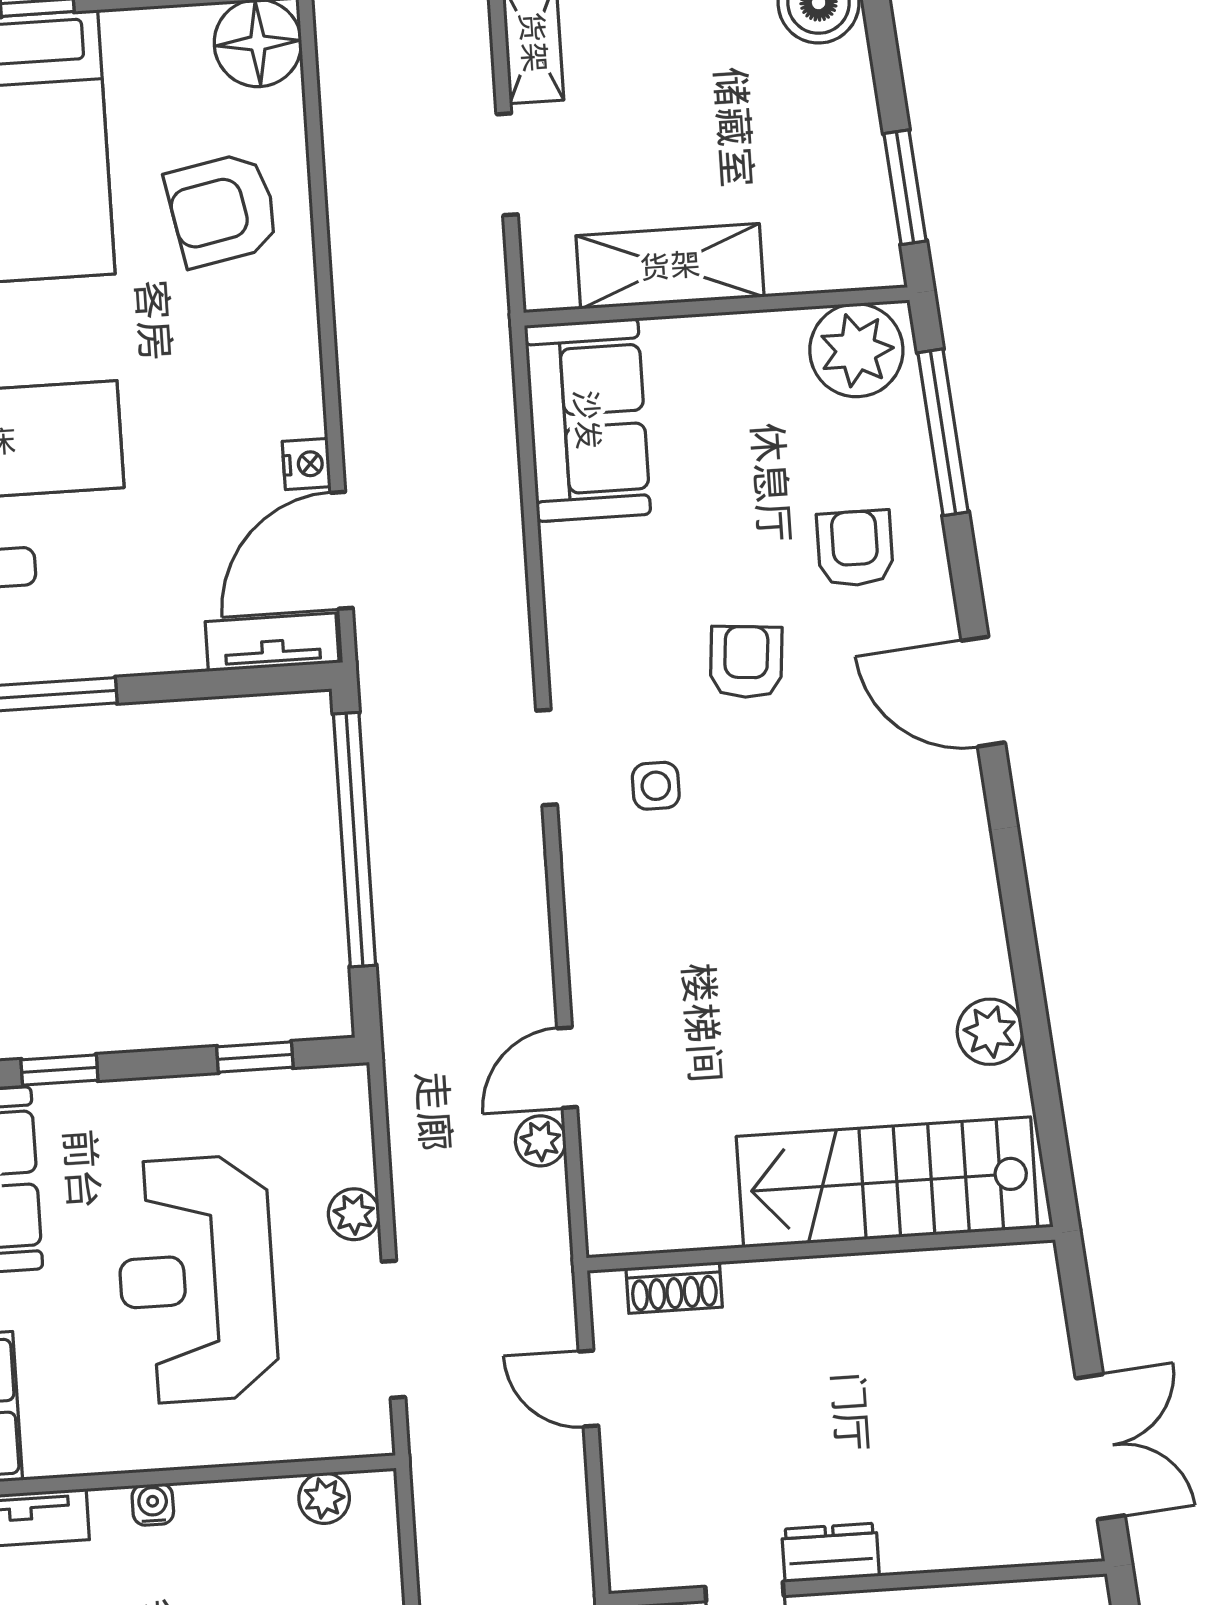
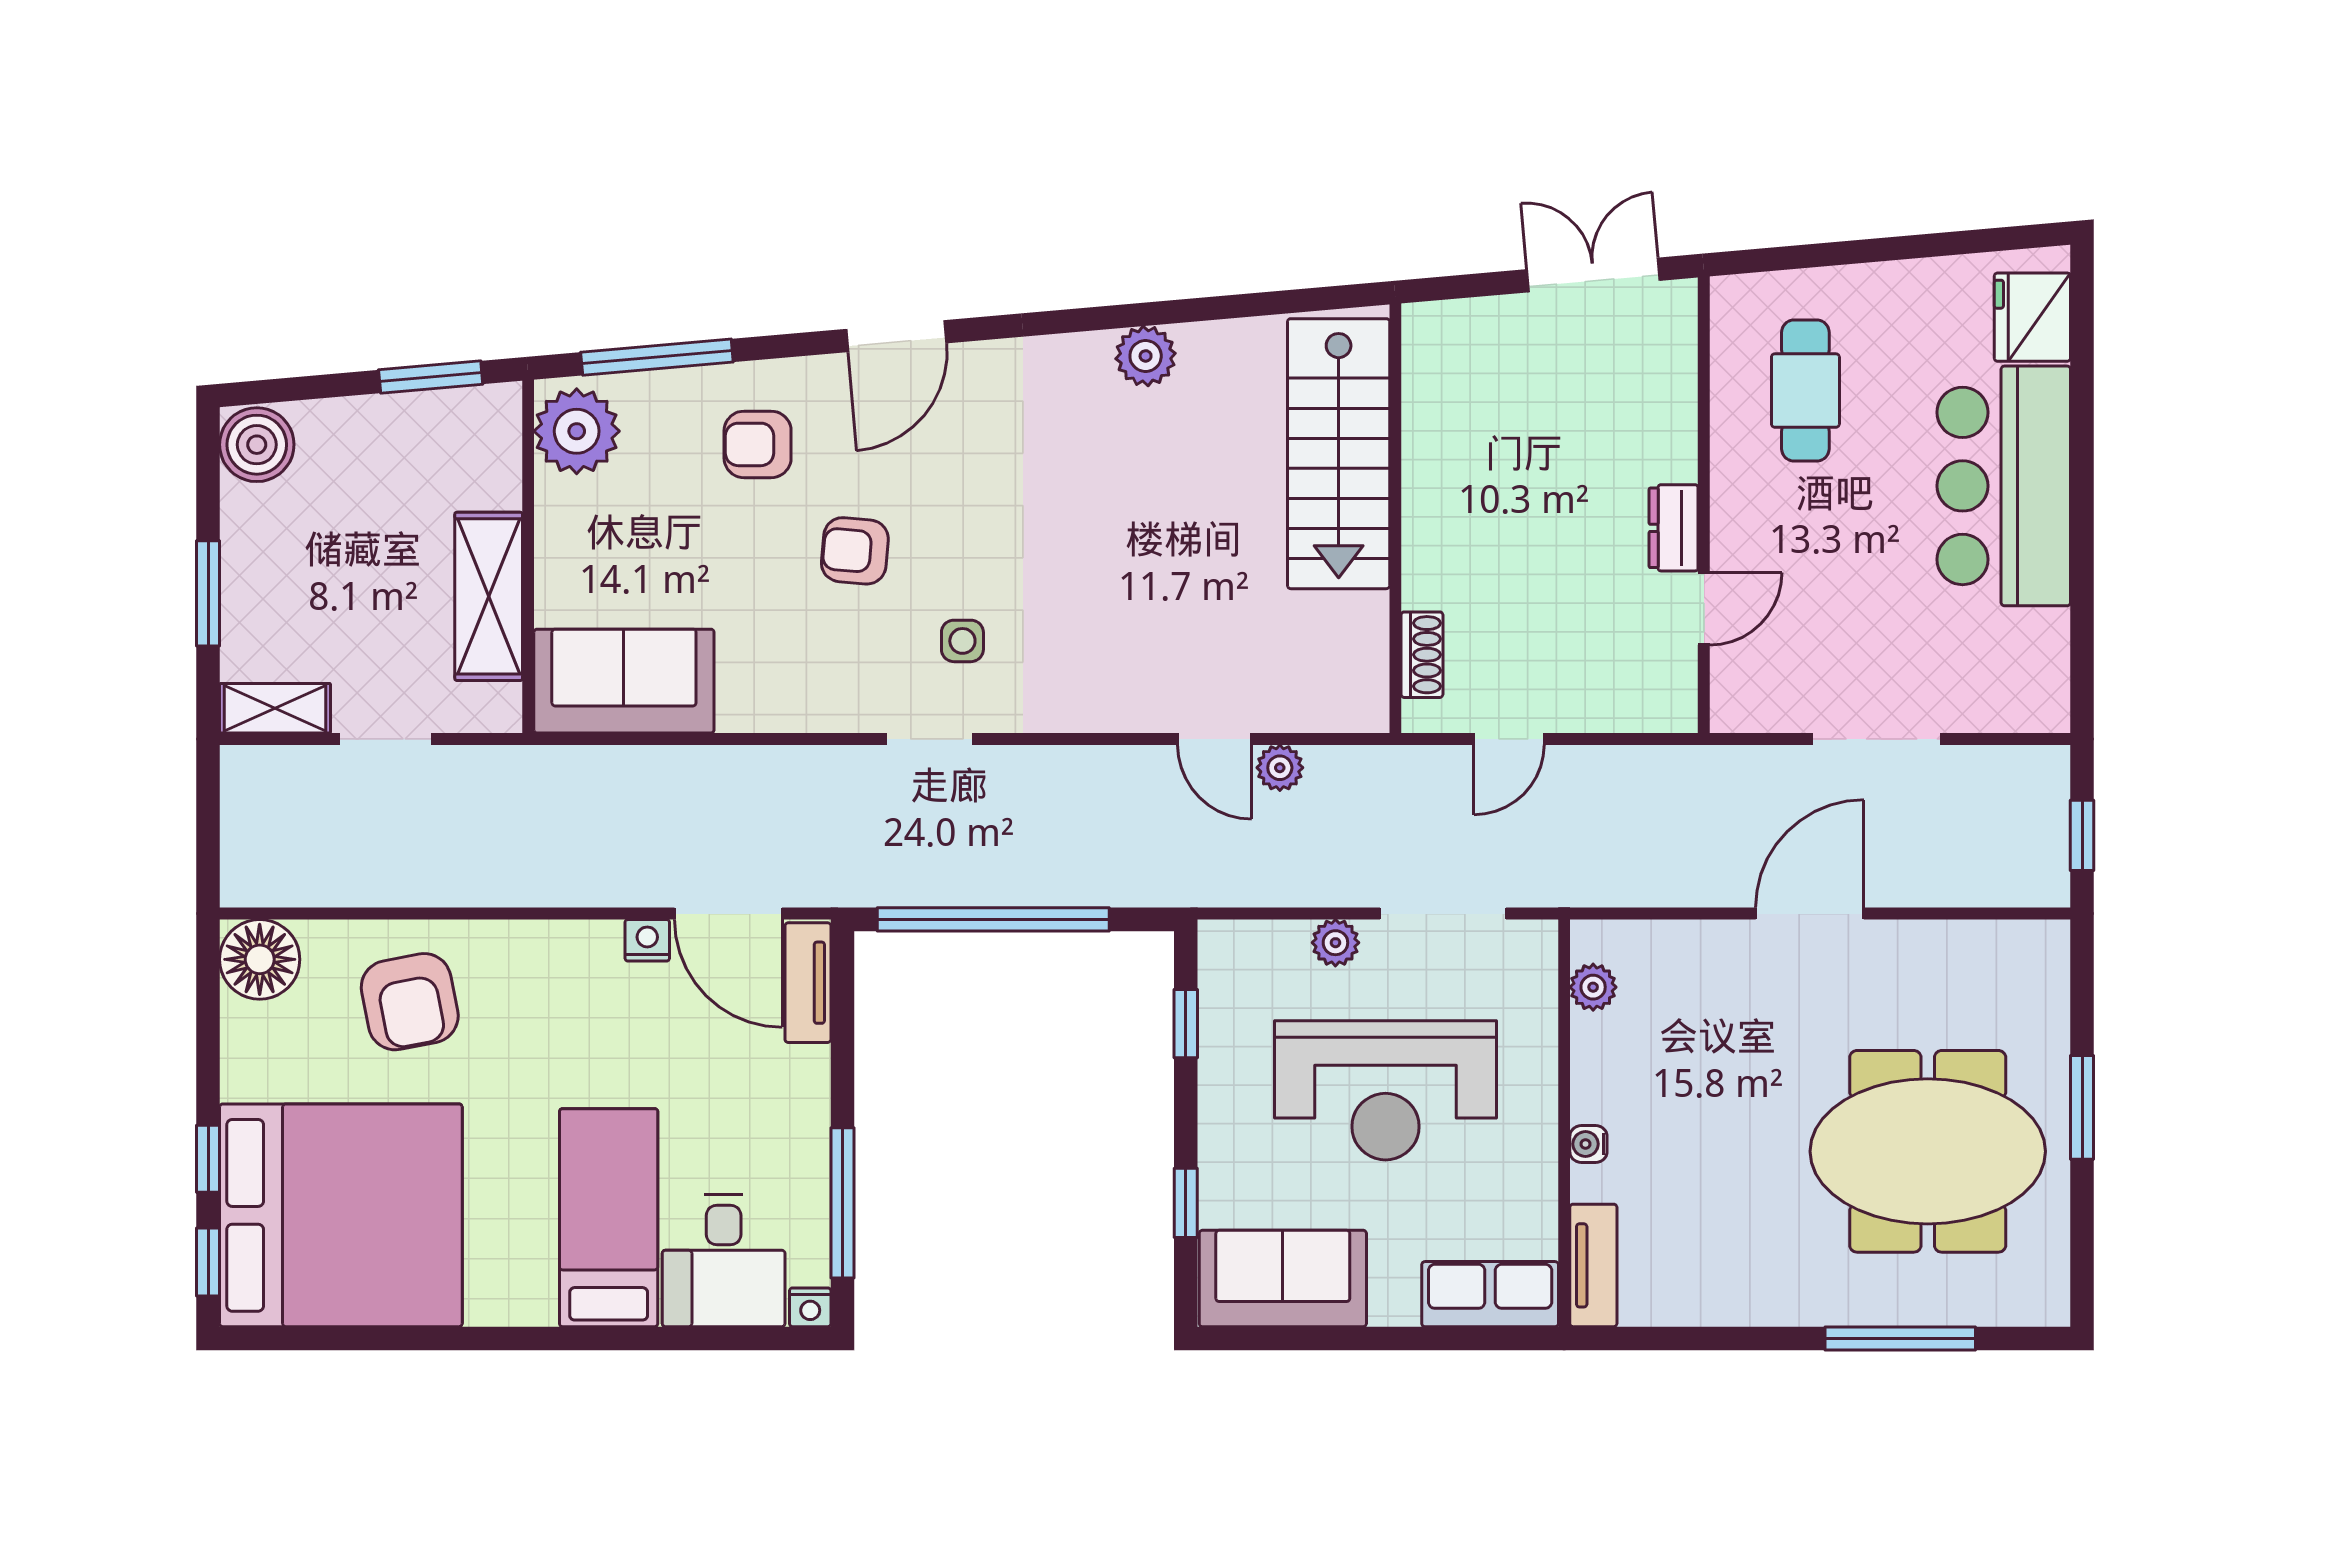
plant: (990, 1032) -> (1146, 356), moved

